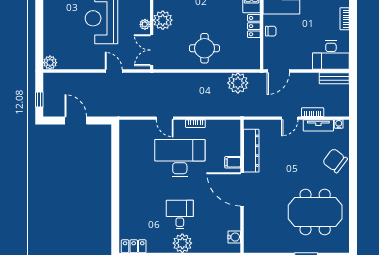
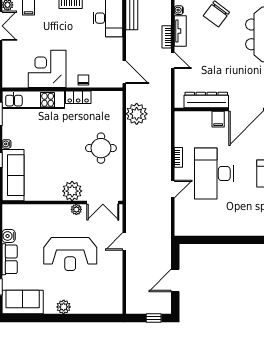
plant: (50, 63) -> (64, 307), moved

